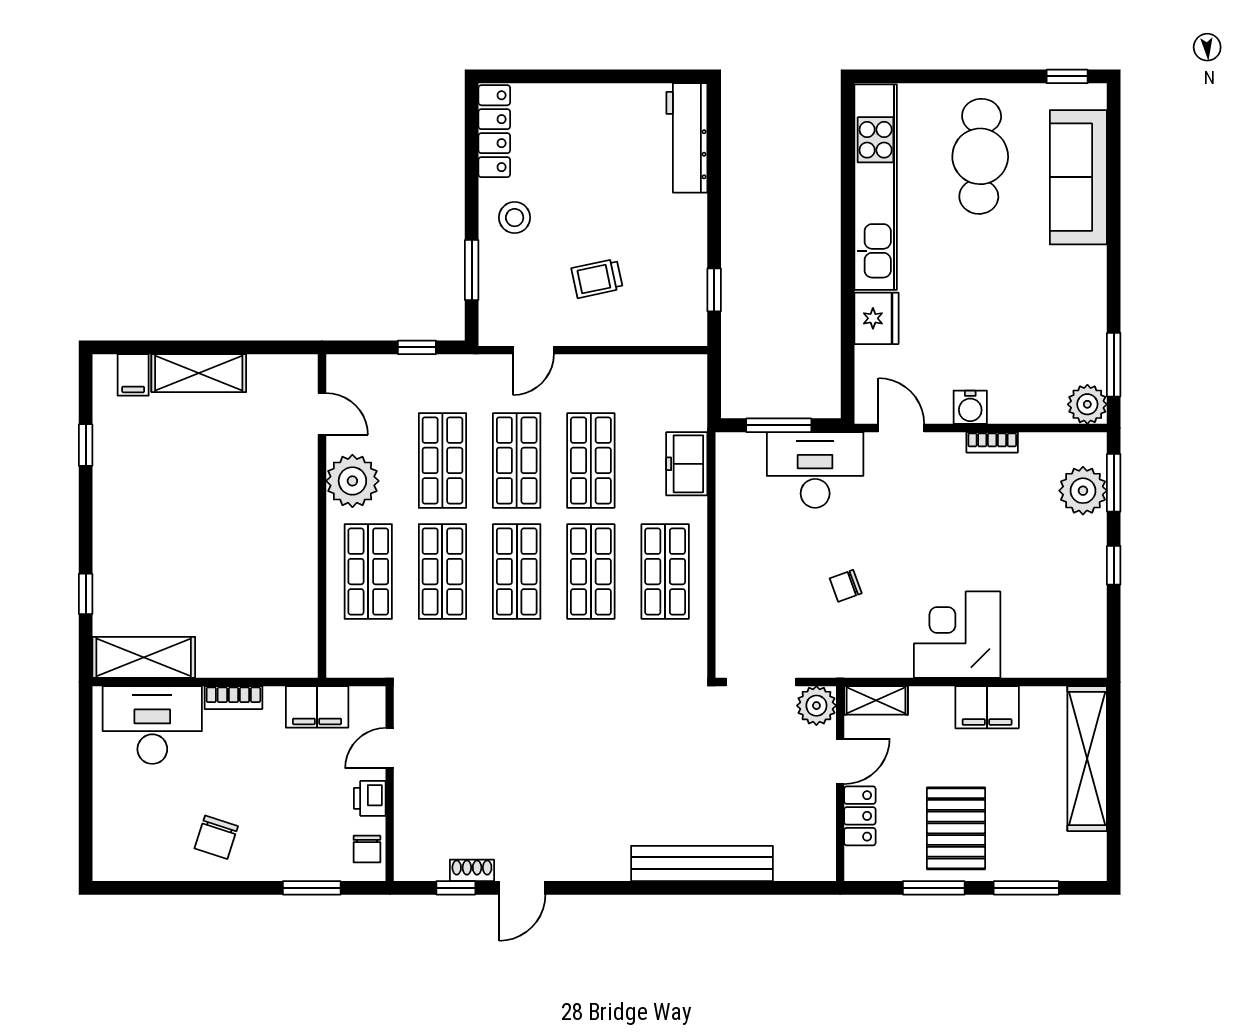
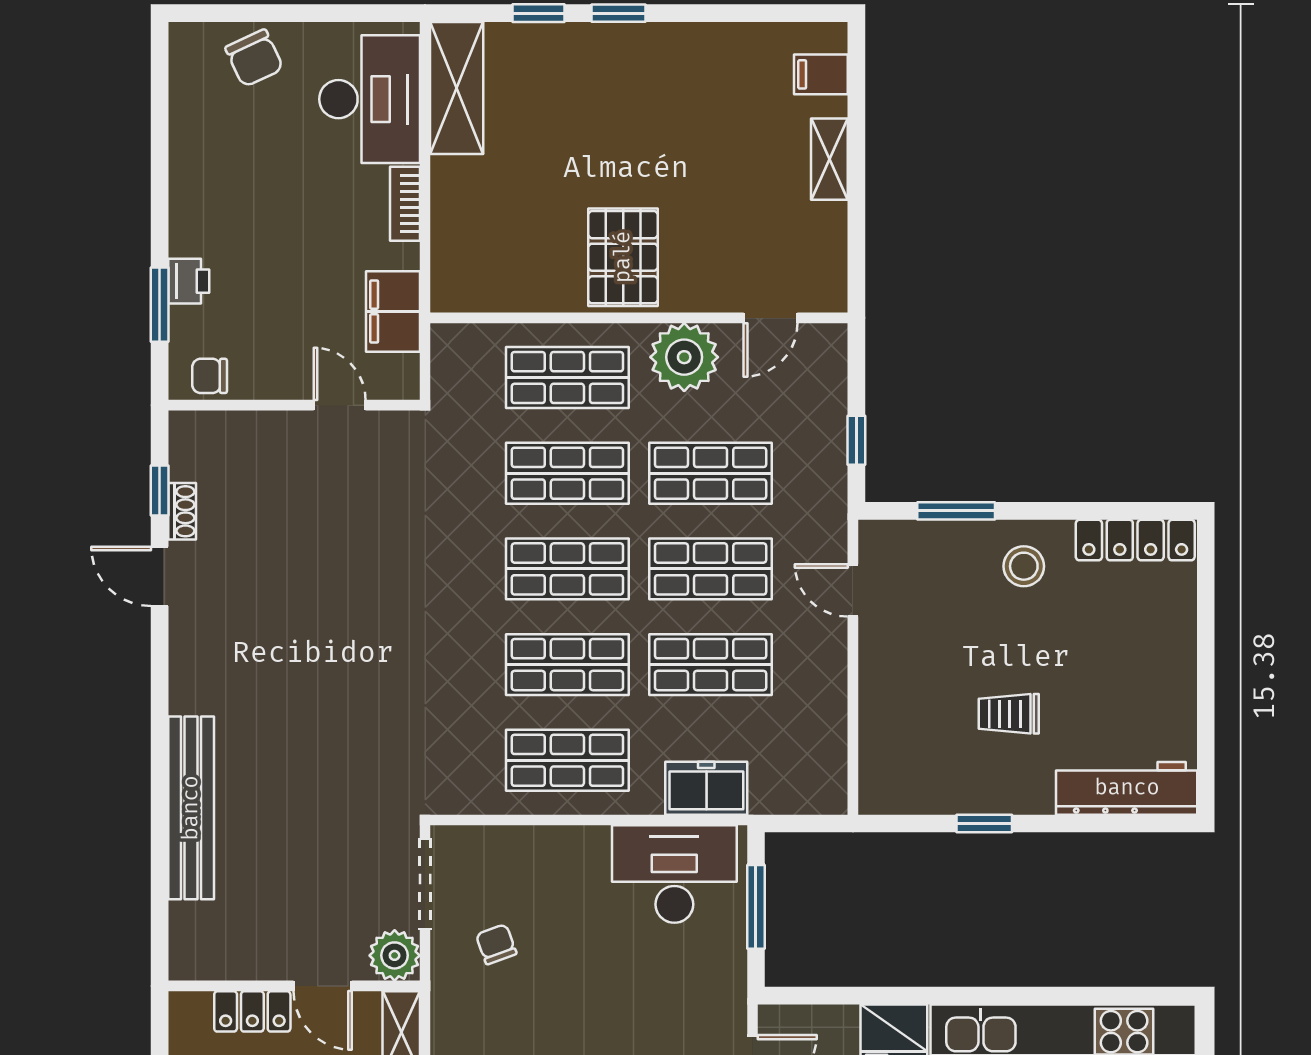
trolley: (597, 278) -> (1009, 714), moved, turned -78
window: (714, 290) -> (984, 823), moved
shelving: (199, 373) -> (829, 159), width x0.67, depth x0.75
window: (86, 445) -> (618, 13), moved
desk: (815, 470) -> (674, 874), moved, turned -90
pallet: (275, 528) -> (623, 257), added
chair: (846, 586) -> (496, 944), moved
printer: (370, 798) -> (189, 281), moved, turned 90
chair: (216, 837) -> (254, 58), moved, turned -133

